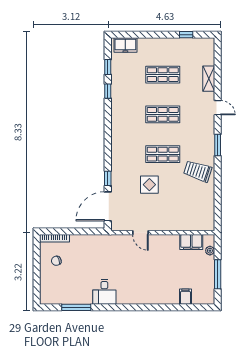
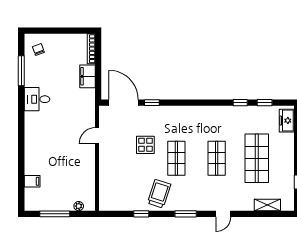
shop shelf: (163, 75) -> (257, 158), width x1.43, depth x1.36
shelving: (209, 79) -> (267, 205), moved
window: (218, 189) -> (141, 214), added
filing cabinet: (191, 242) -> (87, 76), moved
chair: (56, 261) -> (38, 49), moved

